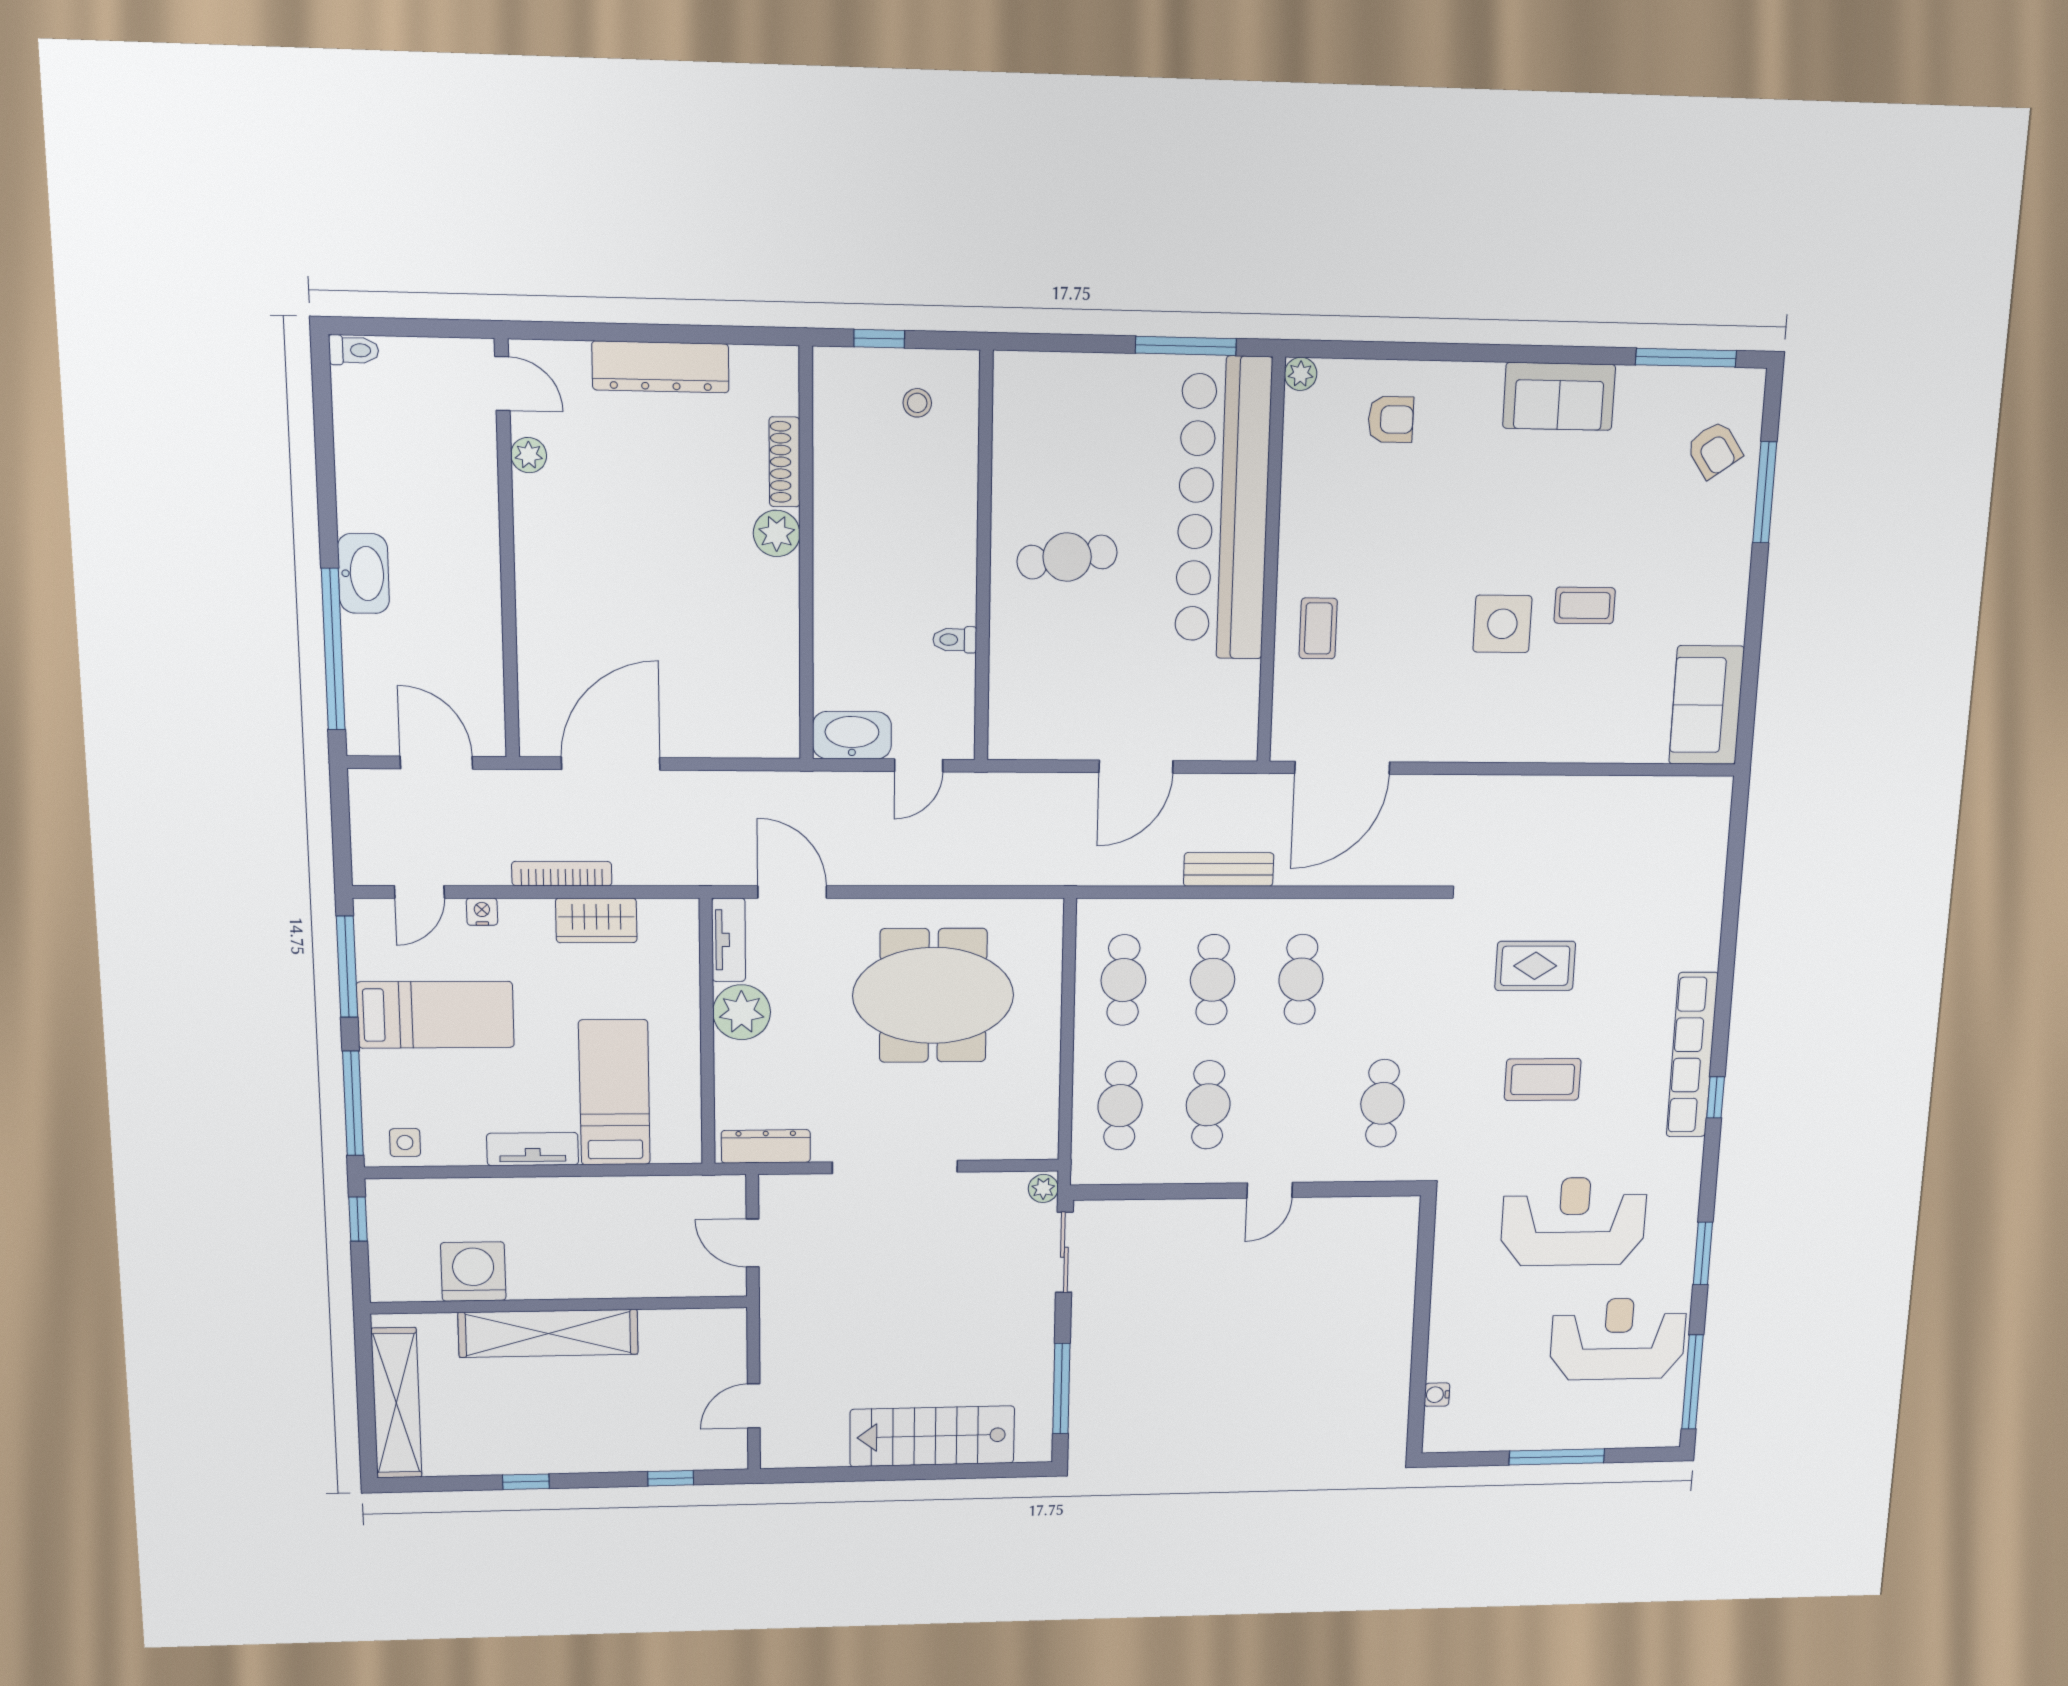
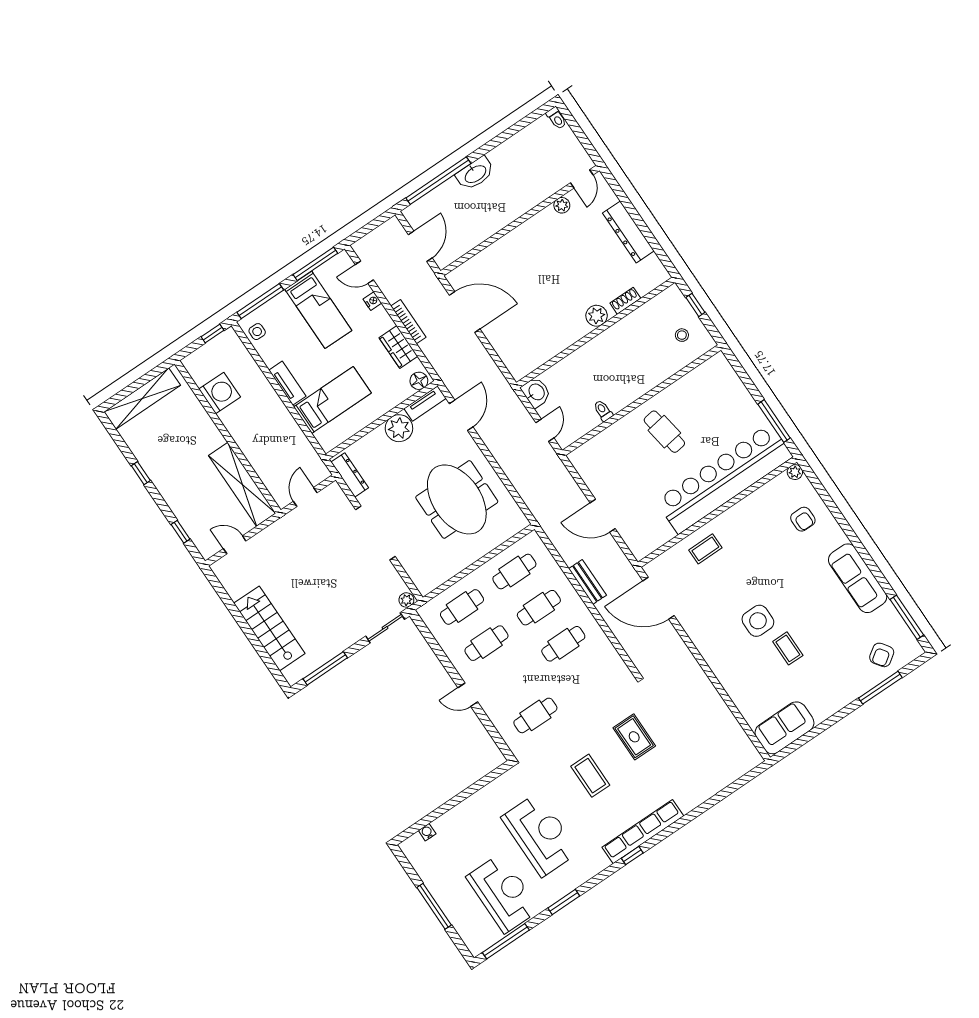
sofa: (1559, 396) -> (858, 578), width x1.36
shoe rack: (785, 462) -> (625, 301), width x0.70
washbasin: (852, 735) -> (536, 392), width x0.72
door: (919, 765) -> (545, 430), swing flipped
floor lamp: (681, 924) -> (419, 381), added
shelving: (548, 1333) -> (242, 484), moved

